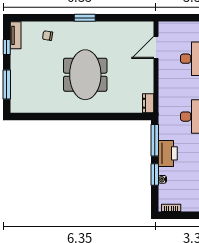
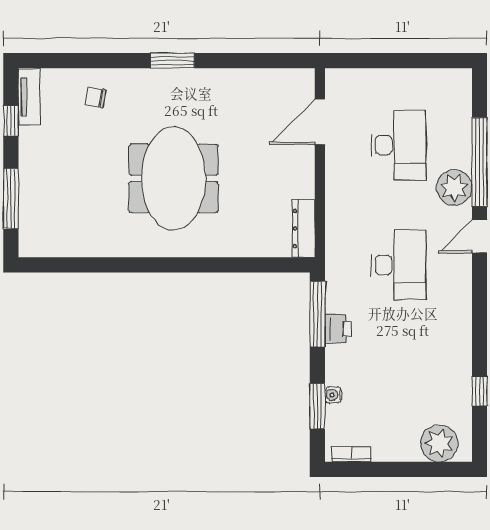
dresser: (148, 103) -> (304, 229), width x1.44
printer: (168, 153) -> (338, 329), width x0.53, depth x0.68
window: (155, 175) -> (317, 406), moved

